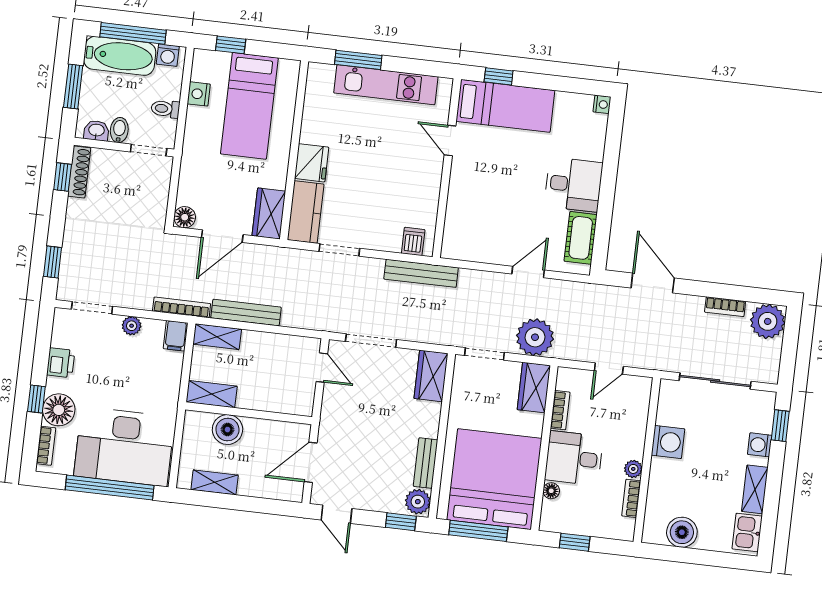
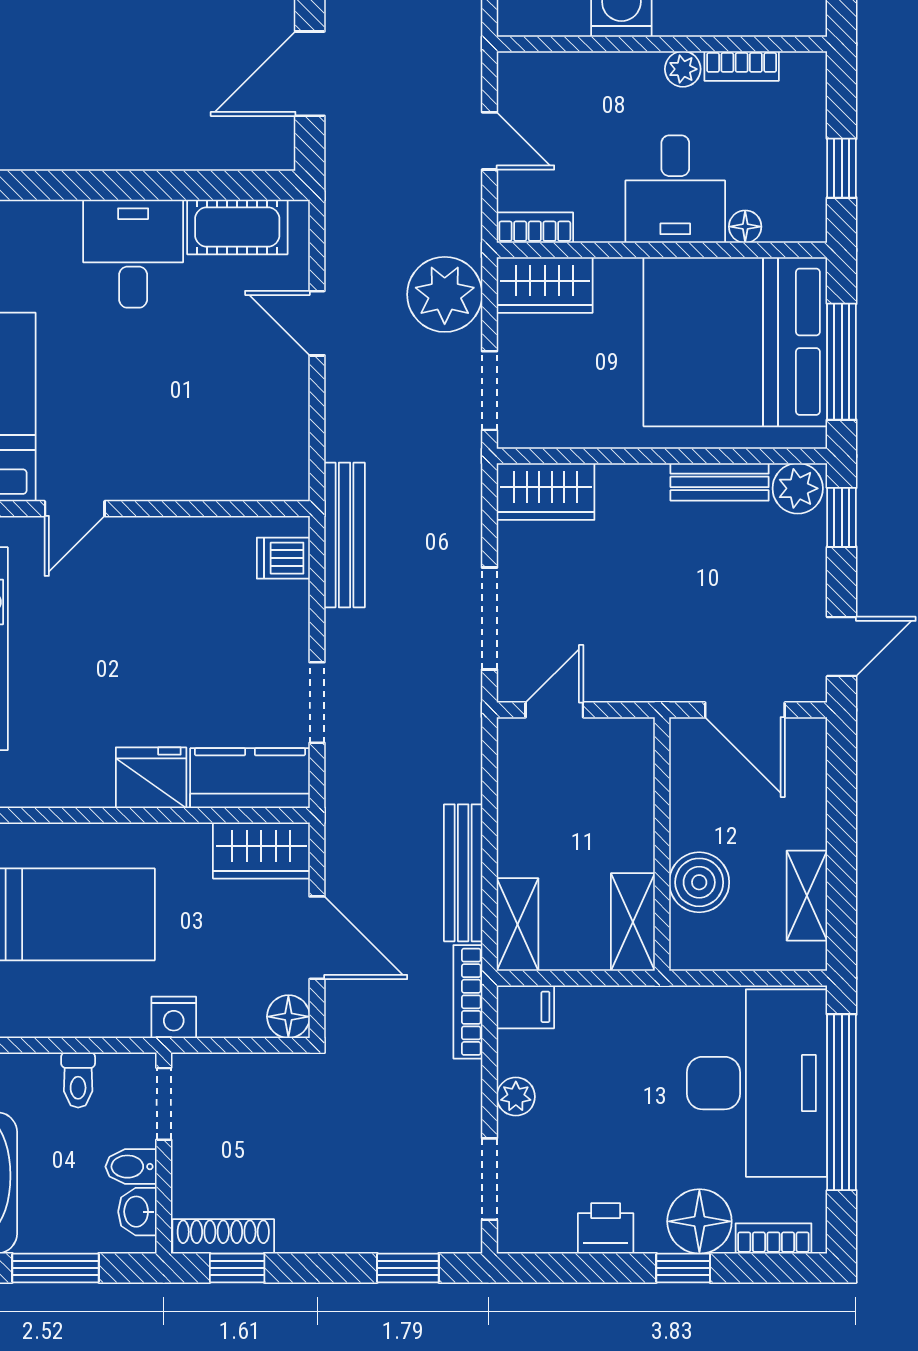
nightstand: (199, 94) -> (174, 1017), moved
bookcase: (560, 410) -> (535, 228), moved

